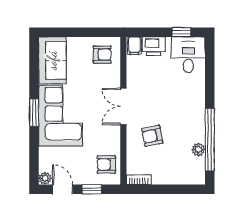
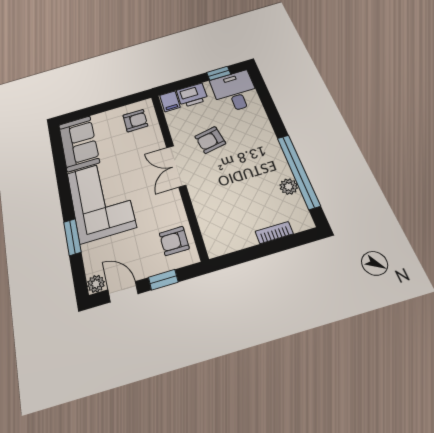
window: (34, 113) -> (72, 237), moved
armchair: (152, 136) -> (210, 140), moved
bookcase: (139, 180) -> (274, 233), moved

